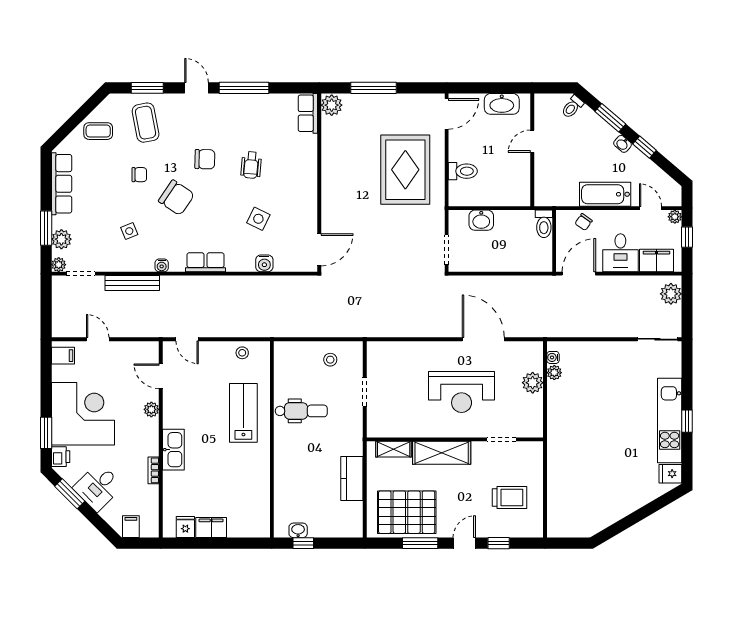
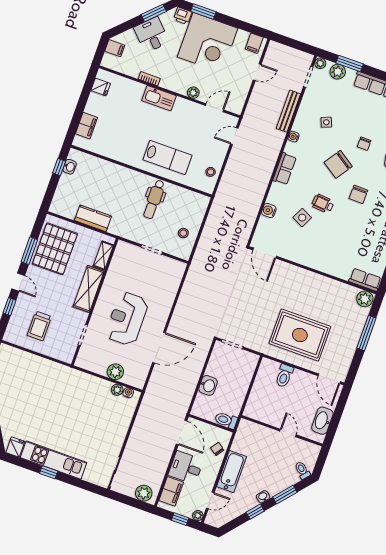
wheelchair: (251, 165) -> (323, 204), moved
washbasin: (481, 220) -> (208, 385), moved, turned 180
filing cabinet: (211, 528) -> (87, 126), moved

